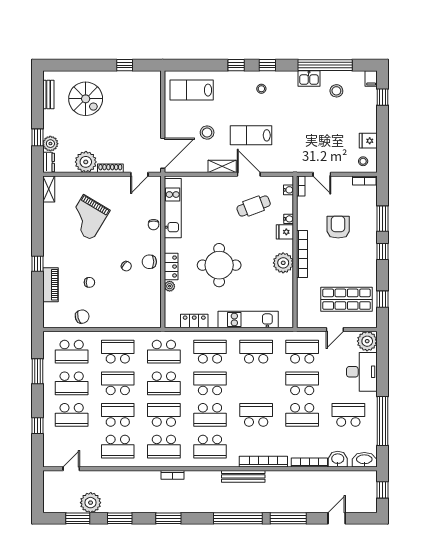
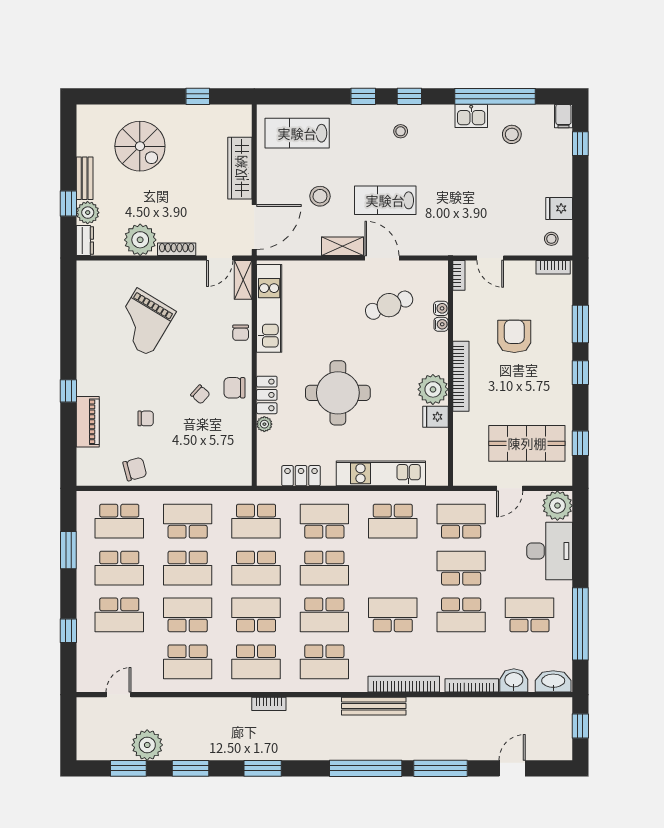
bench: (48, 95) -> (85, 178), moved
wardrobe: (153, 114) -> (240, 168), added
shelving: (49, 189) -> (243, 280), moved
water cooler: (289, 190) -> (441, 308), moved
fridge: (285, 232) -> (435, 417), moved
school desk: (256, 352) -> (393, 521), turned 180
school desk: (118, 383) -> (188, 568), turned 180
school desk: (210, 383) -> (324, 568), turned 180

